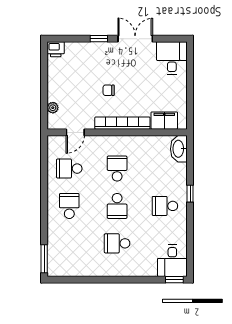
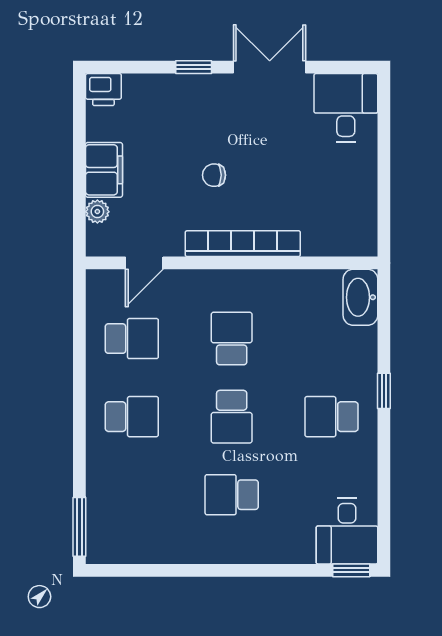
filing cabinet: (164, 121) -> (104, 170), moved, turned 90
school desk: (69, 169) -> (132, 339), turned 180
school desk: (69, 206) -> (132, 417), turned 90

